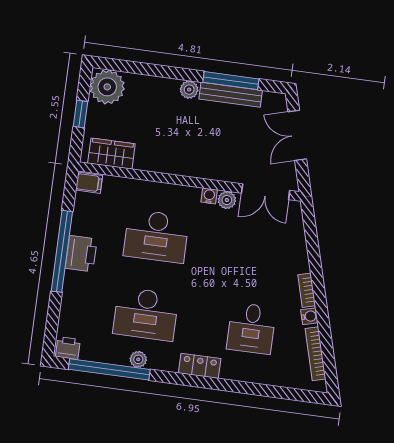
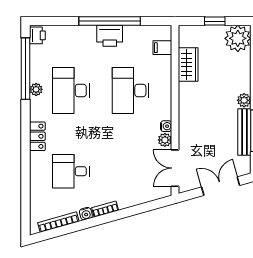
wardrobe: (111, 154) -> (188, 65), moved
filing cabinet: (89, 183) -> (162, 48), moved, turned 90

